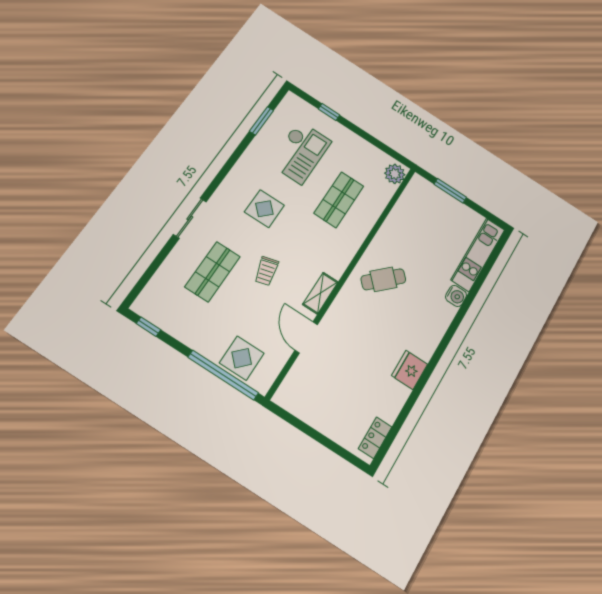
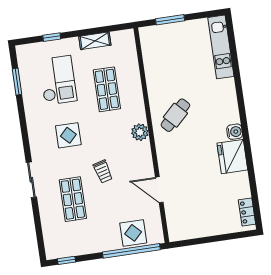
plant: (395, 174) -> (140, 132), moved
shelving: (320, 293) -> (95, 41), moved, turned 90
water cooler: (456, 296) -> (235, 132), moved
fridge: (410, 370) -> (232, 157), width x1.36, depth x1.34

